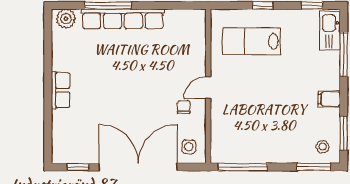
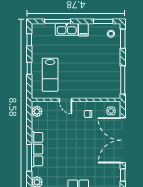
plant: (188, 18) -> (37, 111), added
row of seats: (123, 19) -> (37, 149), width x0.73
kitchen sink: (330, 31) -> (67, 29), moved
door: (208, 88) -> (66, 100), moved

